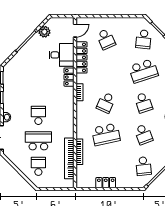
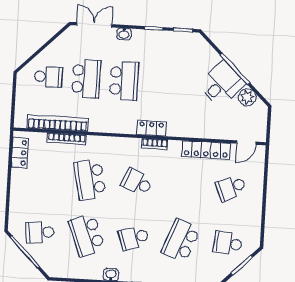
door: (75, 31) -> (246, 143), hinge flipped
desk: (62, 55) -> (222, 84), moved, turned -136
school desk: (143, 71) -> (181, 241), turned 39
locker: (69, 77) -> (151, 128), moved
school desk: (38, 115) -> (124, 81), width x1.85
school desk: (143, 134) -> (87, 235), width x1.85
locker: (106, 183) -> (20, 153), moved

